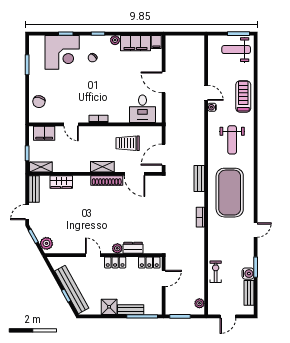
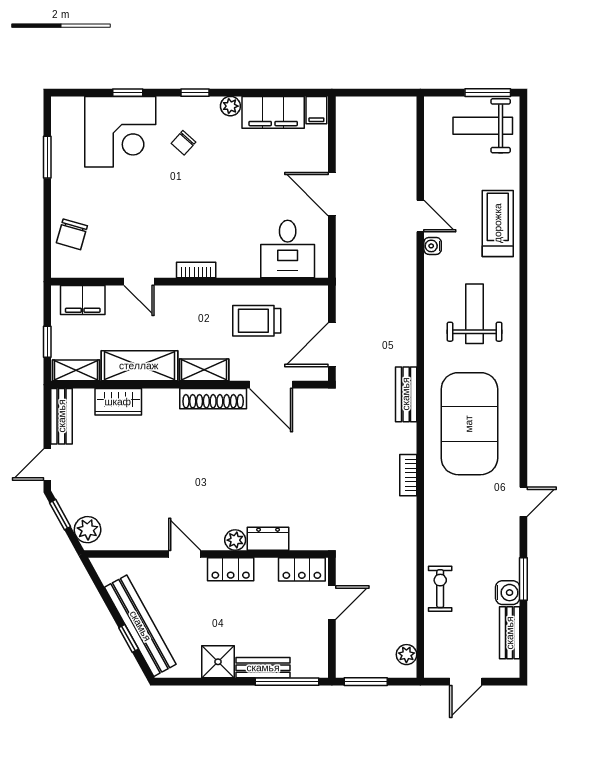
weight bench: (232, 140) -> (475, 314), turned 180
shelving: (71, 165) -> (139, 366), added

